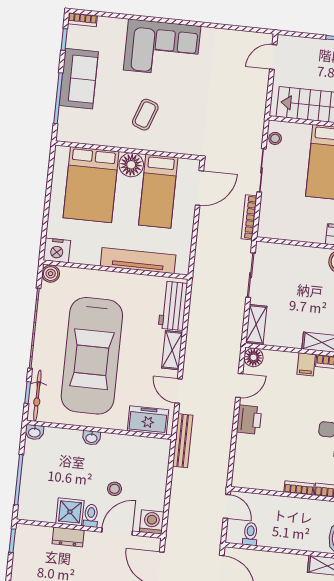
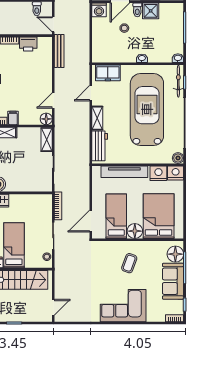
floor lamp: (71, 121) -> (175, 254), added
nightstand: (84, 253) -> (158, 173), added
door: (178, 391) -> (91, 93), swing flipped
printer: (249, 420) -> (28, 44), moved, turned -90
bench: (183, 441) -> (59, 51), moved

